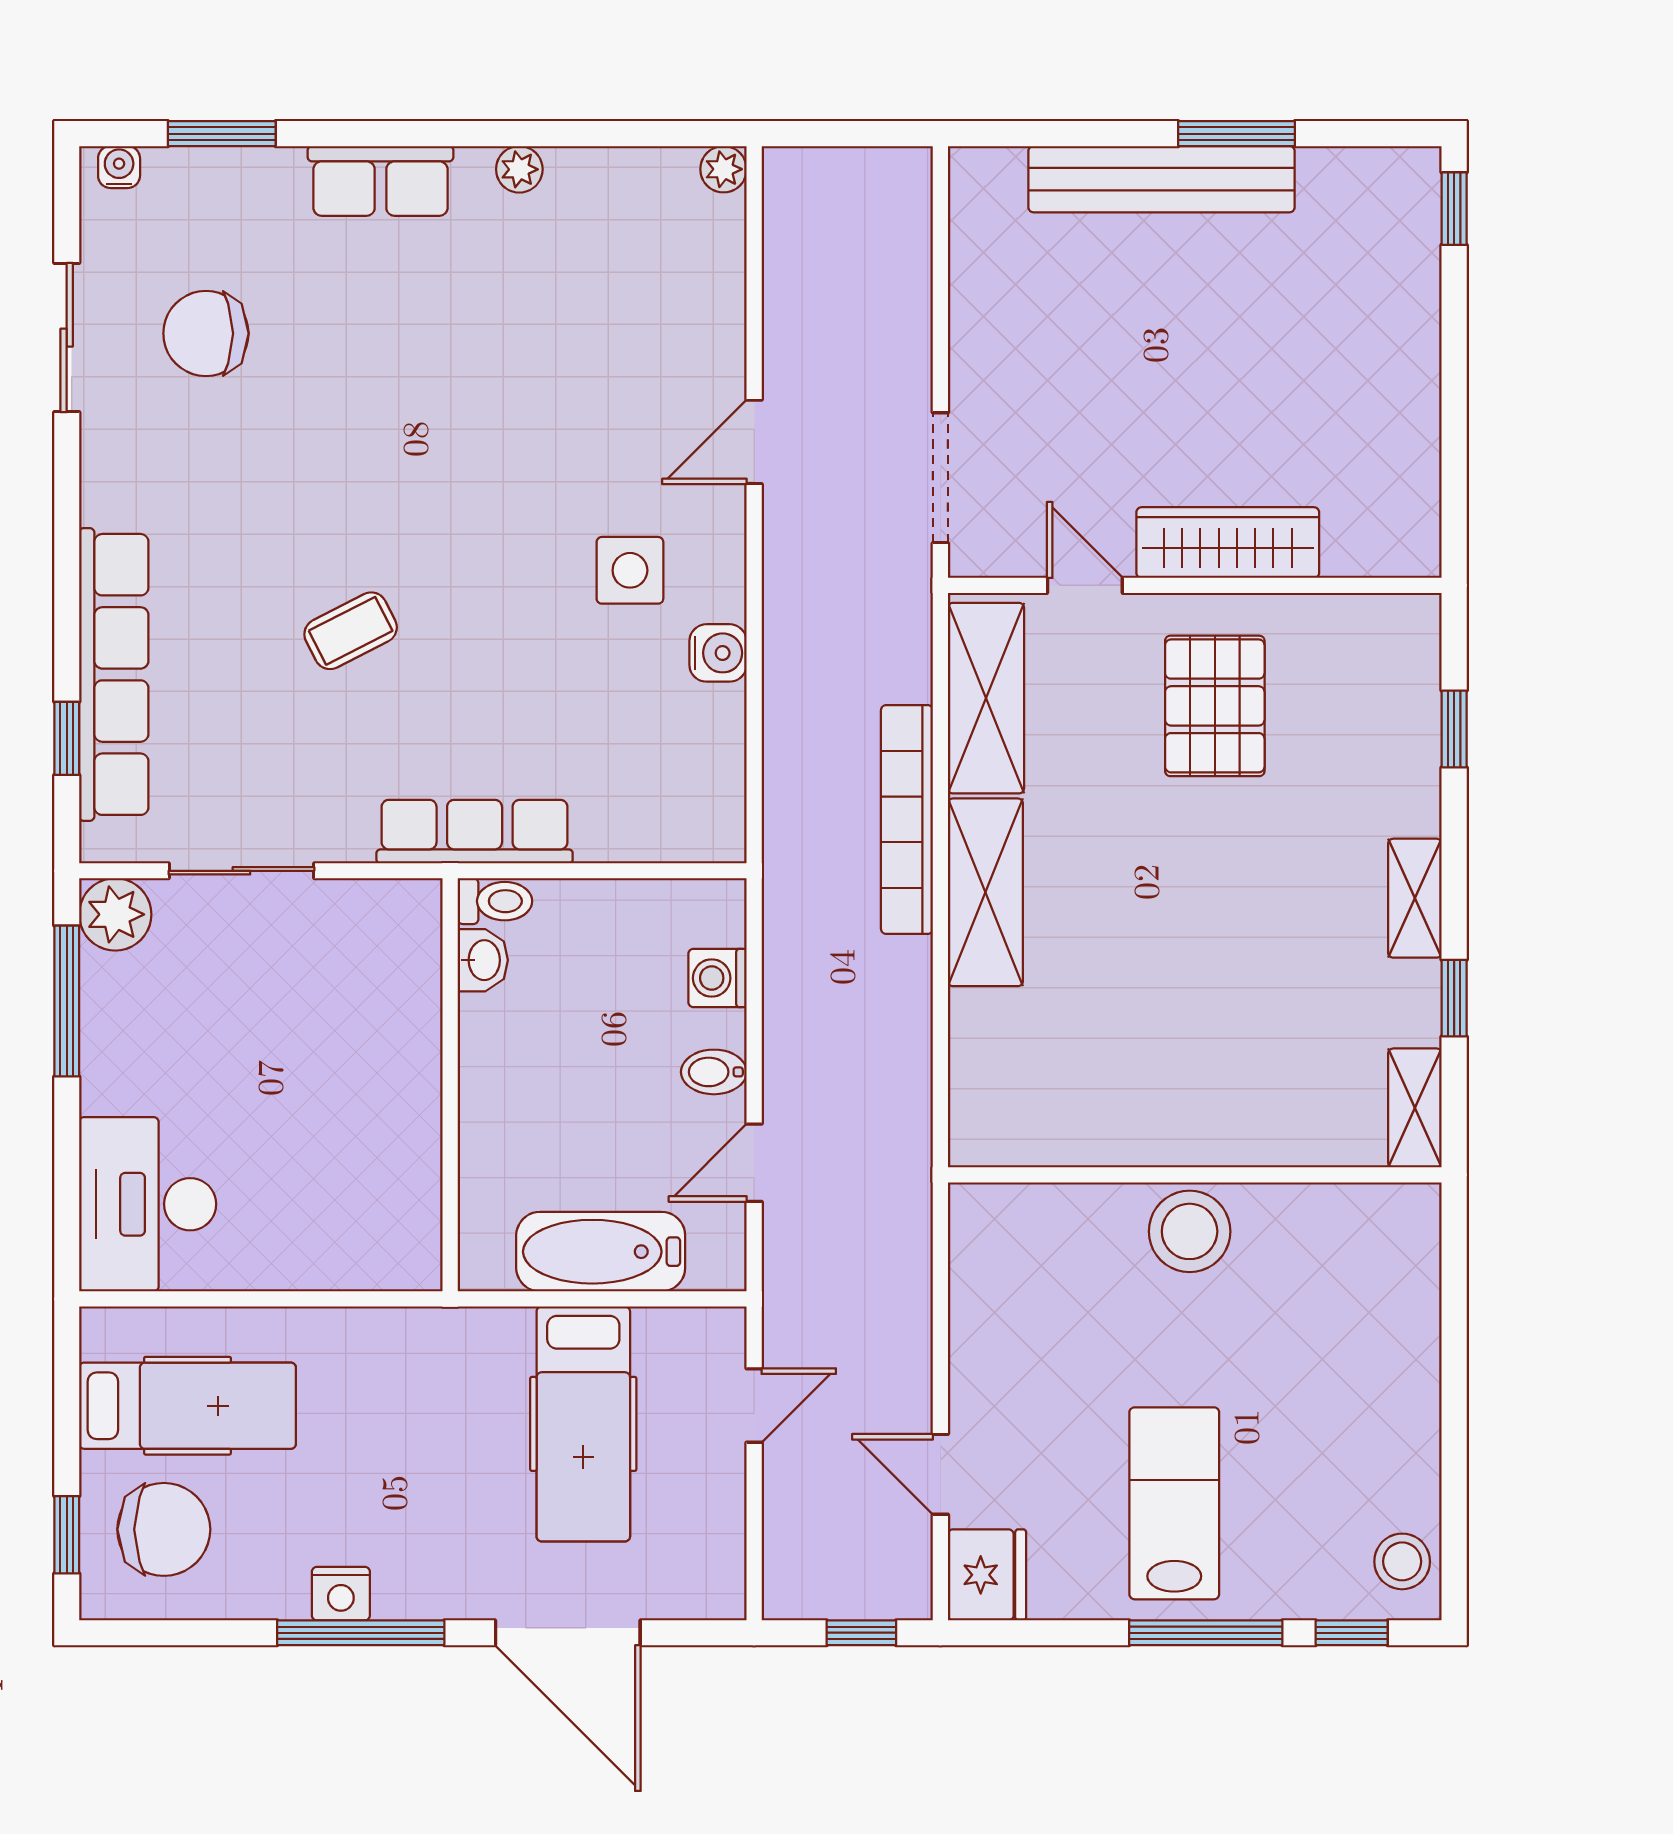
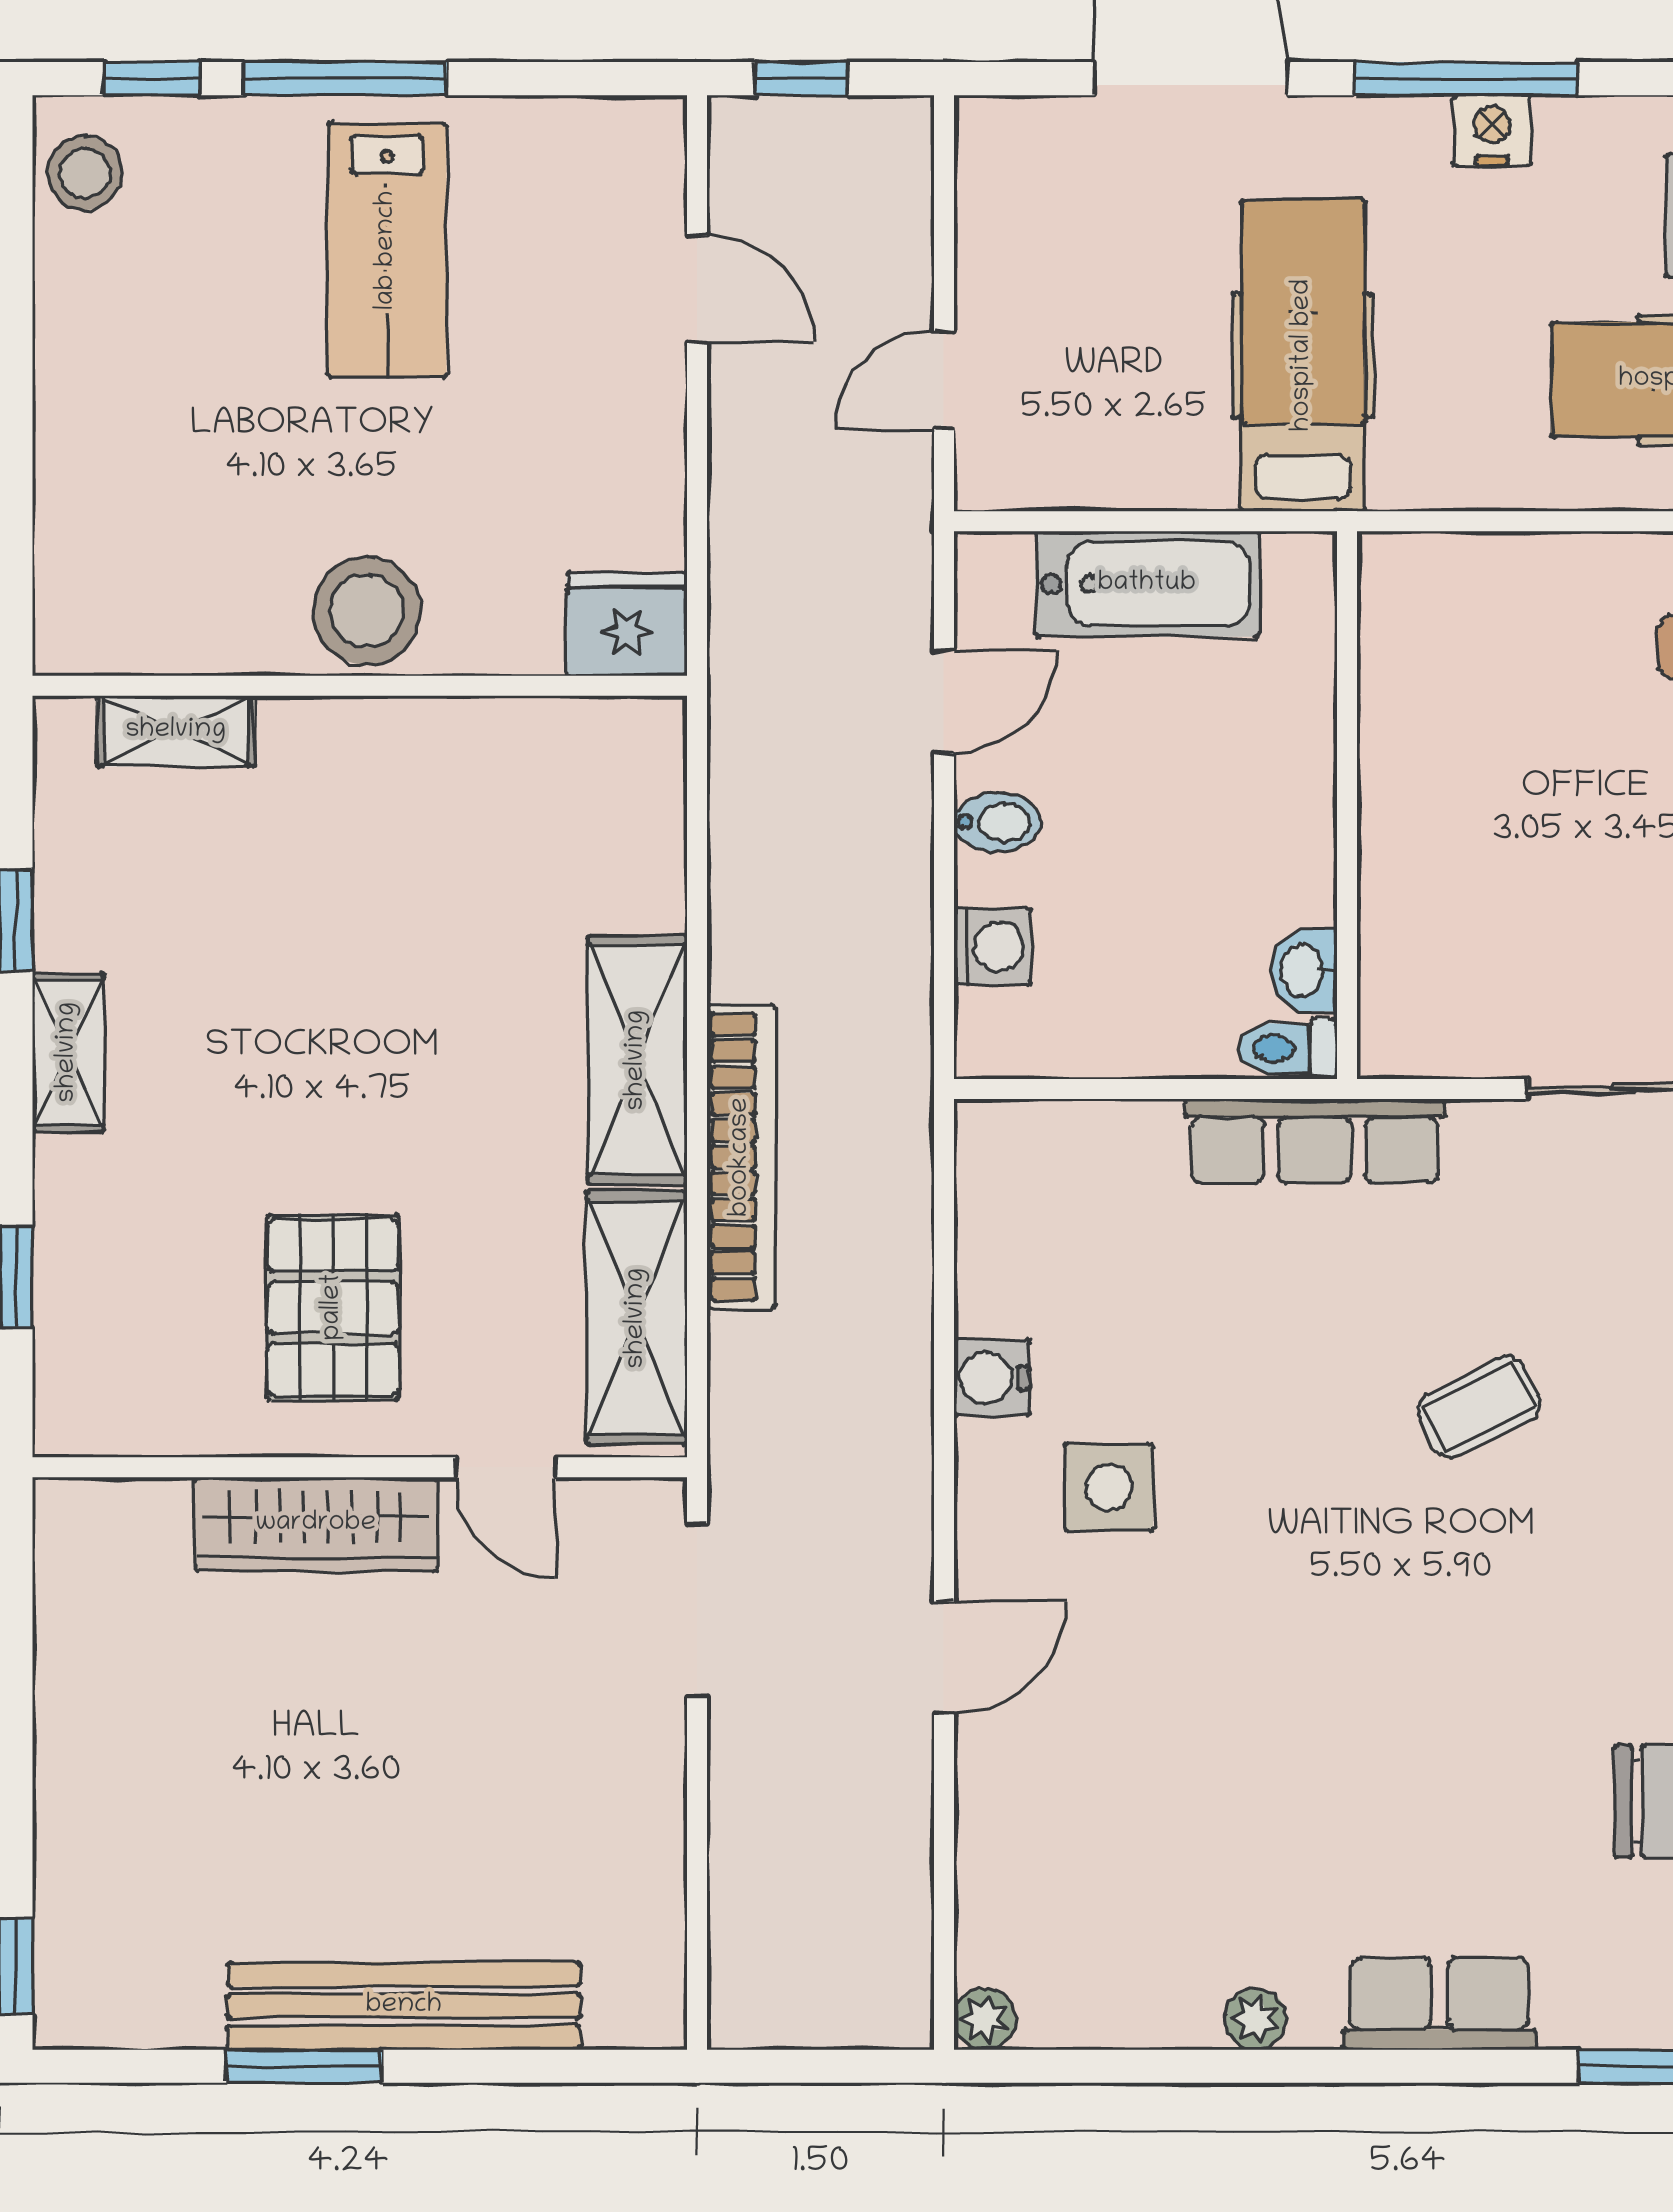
shelving: (1415, 1108) -> (176, 731), moved, turned 90
hospital bed: (583, 1424) -> (1303, 355), moved
fridge: (987, 1575) -> (627, 624), moved, turned 90

